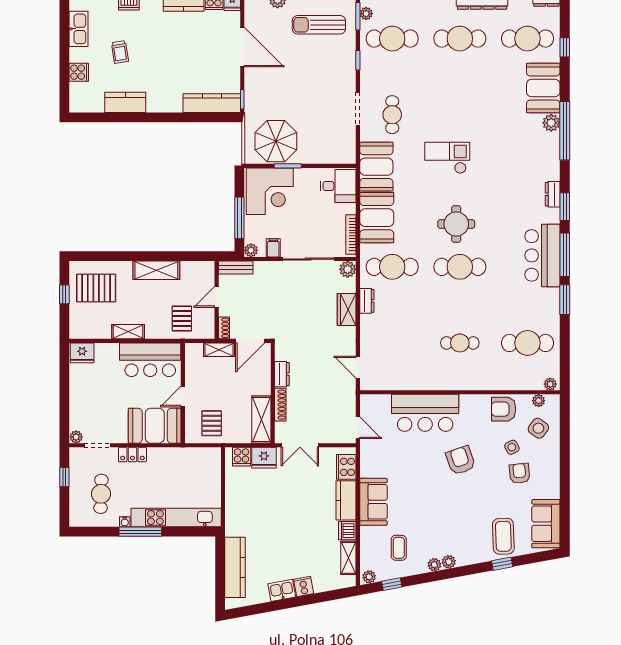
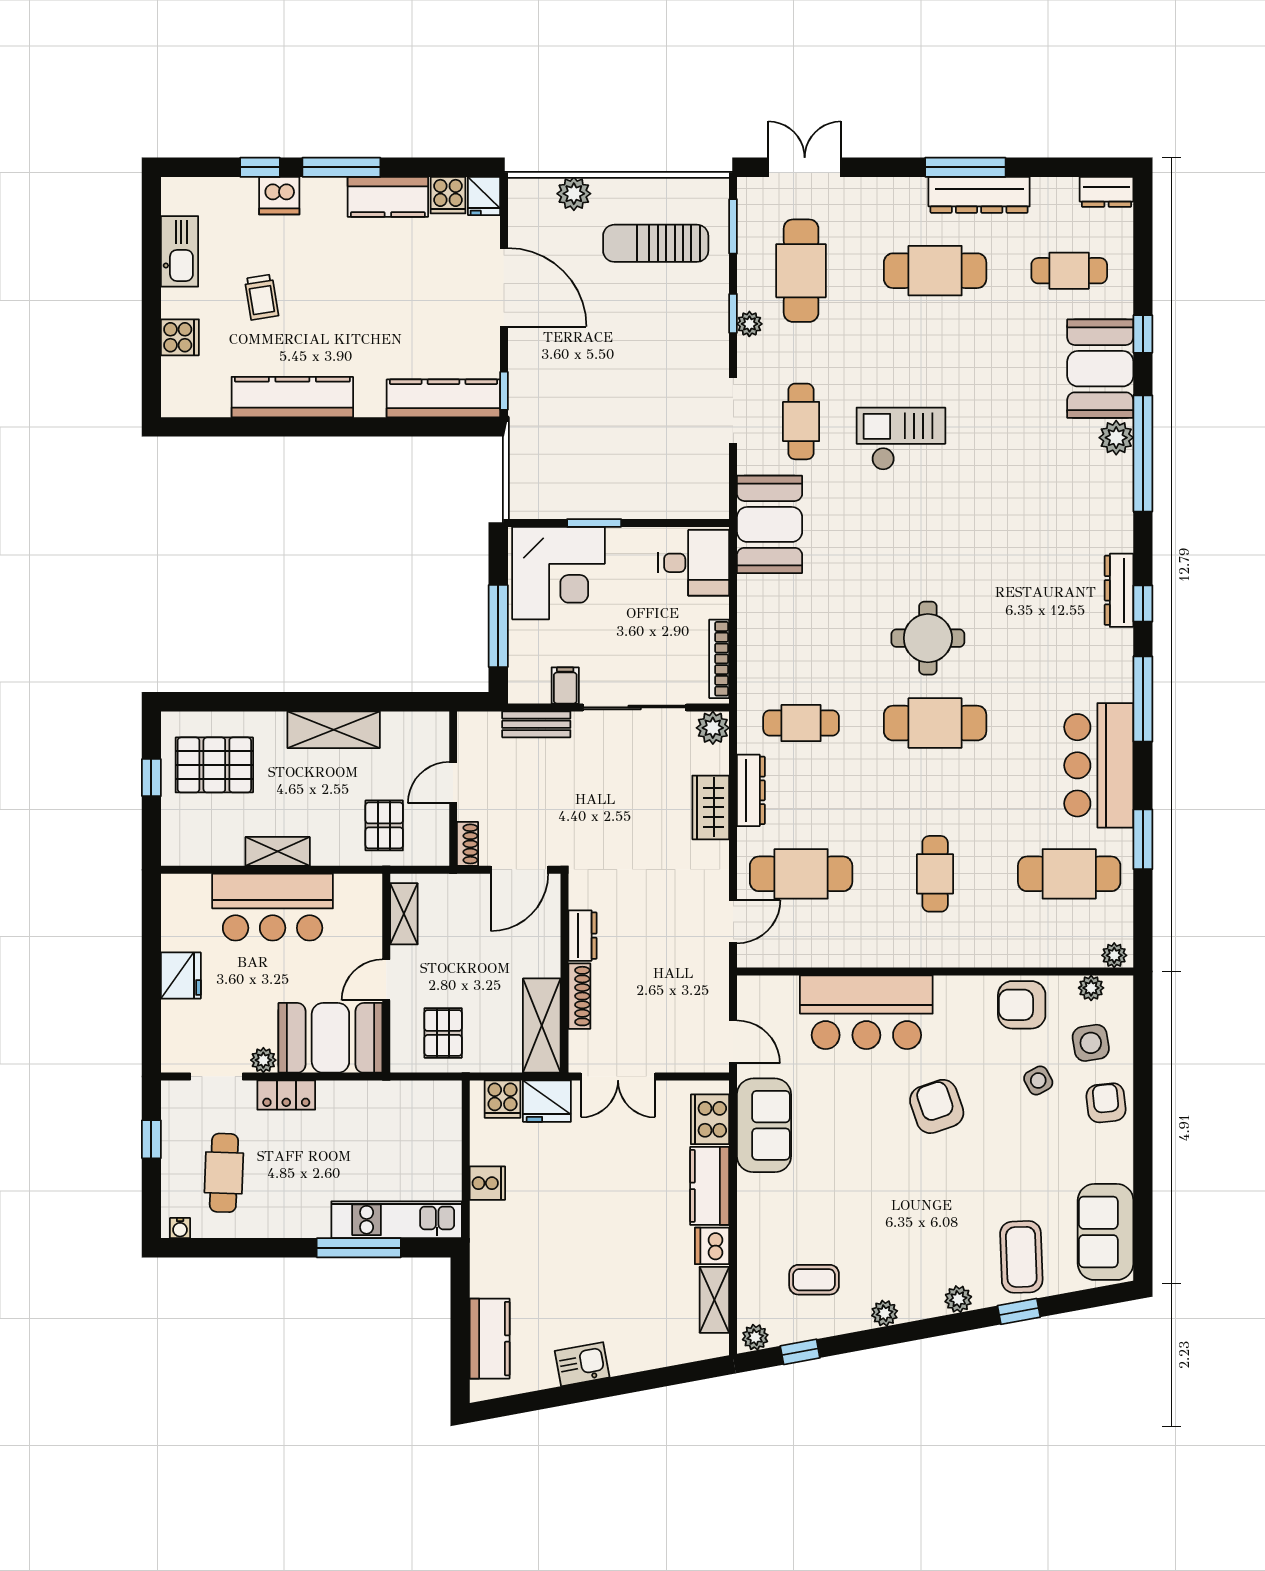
plant: (366, 14) -> (749, 324), moved
cafe table: (392, 39) -> (801, 271), turned 90
cafe table: (527, 39) -> (1069, 271), width x0.73, depth x0.74
window: (565, 47) -> (1143, 334), moved
kitchen counter: (125, 102) -> (292, 397), width x1.50
parasol: (276, 141) -> (571, 474), removed
checkout: (447, 158) -> (901, 439), moved
dresser: (553, 194) -> (1119, 590), width x1.44
window: (565, 207) -> (1143, 604), width x0.67
booth: (377, 218) -> (770, 625), removed
plant: (251, 250) -> (521, 690), removed
bar counter: (542, 255) -> (1099, 765), moved
cafe table: (392, 267) -> (801, 723), width x0.73, depth x0.74
bench: (236, 268) -> (536, 724), moved
window: (565, 300) -> (1143, 839), moved
dresser: (367, 301) -> (751, 790), width x1.44
cafe table: (392, 343) -> (801, 874), added
cafe table: (460, 343) -> (935, 874), turned 90
shelving: (219, 350) -> (404, 914), moved, turned 90
fridge: (82, 353) -> (181, 975), moved, turned -90
bar counter: (150, 360) -> (273, 907), moved
door: (358, 367) -> (733, 922), swing flipped
side table: (538, 428) -> (1091, 1043), turned 45
plant: (76, 437) -> (263, 1060), moved
armchair: (520, 473) -> (1106, 1103), moved
sofa: (373, 502) -> (764, 1125), moved
kitchen unit: (176, 518) -> (397, 1220), width x0.73
water cooler: (125, 522) -> (180, 1228), moved
window: (140, 532) -> (359, 1248), moved
coffee table: (399, 548) -> (814, 1280), turned 90
plant: (449, 562) -> (958, 1299), moved
kitchen counter: (235, 567) -> (490, 1339), width x0.67
cooker: (304, 586) -> (487, 1183), moved, turned 100

